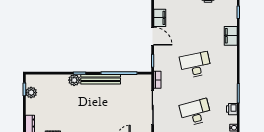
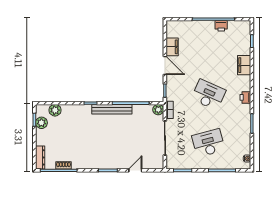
desk: (195, 65) -> (208, 95), turned 36
plant: (74, 80) -> (55, 110), moved
plant: (146, 80) -> (158, 110), added
printer: (232, 109) -> (245, 97), moved

